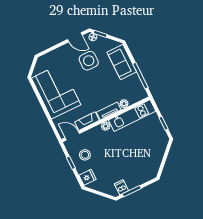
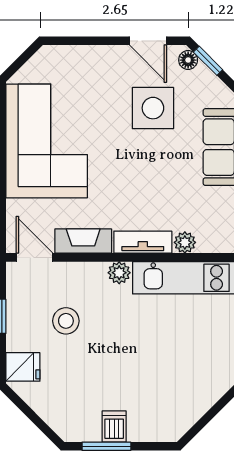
stool: (85, 155) -> (66, 321), moved
dishwasher: (121, 187) -> (114, 426), moved

